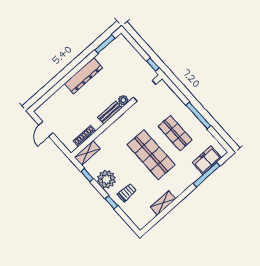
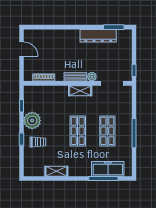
dresser: (84, 76) -> (98, 36), moved
door: (46, 129) -> (21, 49), swing flipped
shelving: (87, 153) -> (80, 91), moved
shop shelf: (151, 155) -> (78, 131), width x0.70, depth x0.74
freezer: (207, 160) -> (108, 169), width x1.40

